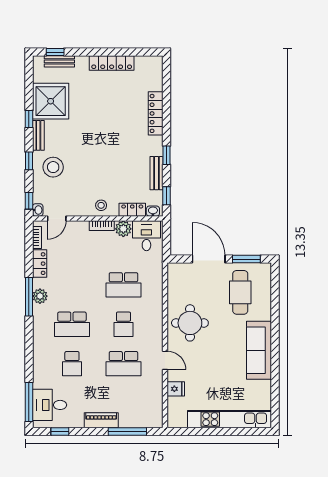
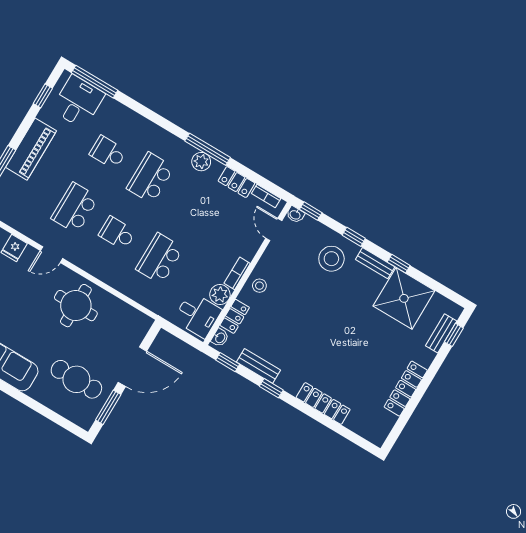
piano: (101, 420) -> (31, 149), width x1.37, depth x1.33

